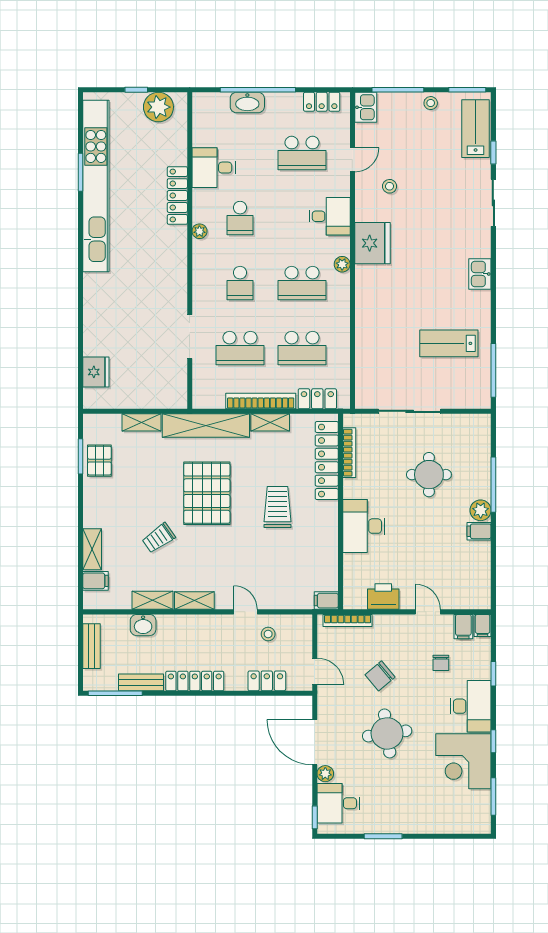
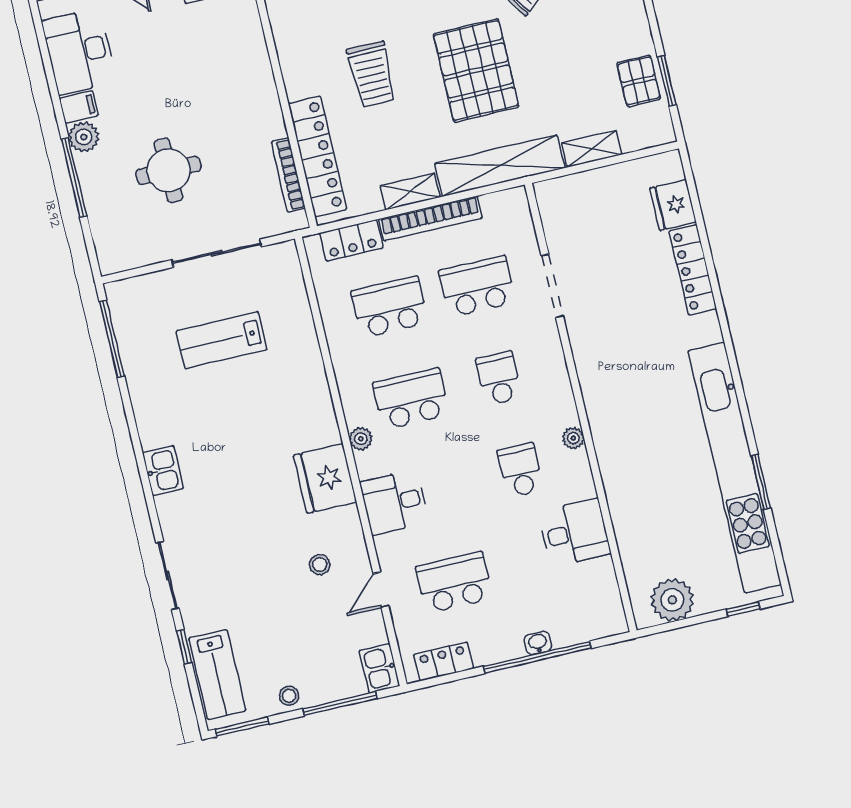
window: (136, 90) -> (743, 609), moved
washbasin: (247, 102) -> (538, 643), width x0.52, depth x0.69
locker: (177, 196) -> (693, 270), moved, turned 180
lab bench: (449, 343) -> (222, 340), moved, turned 180
desk: (364, 526) -> (79, 52), moved, turned 180

